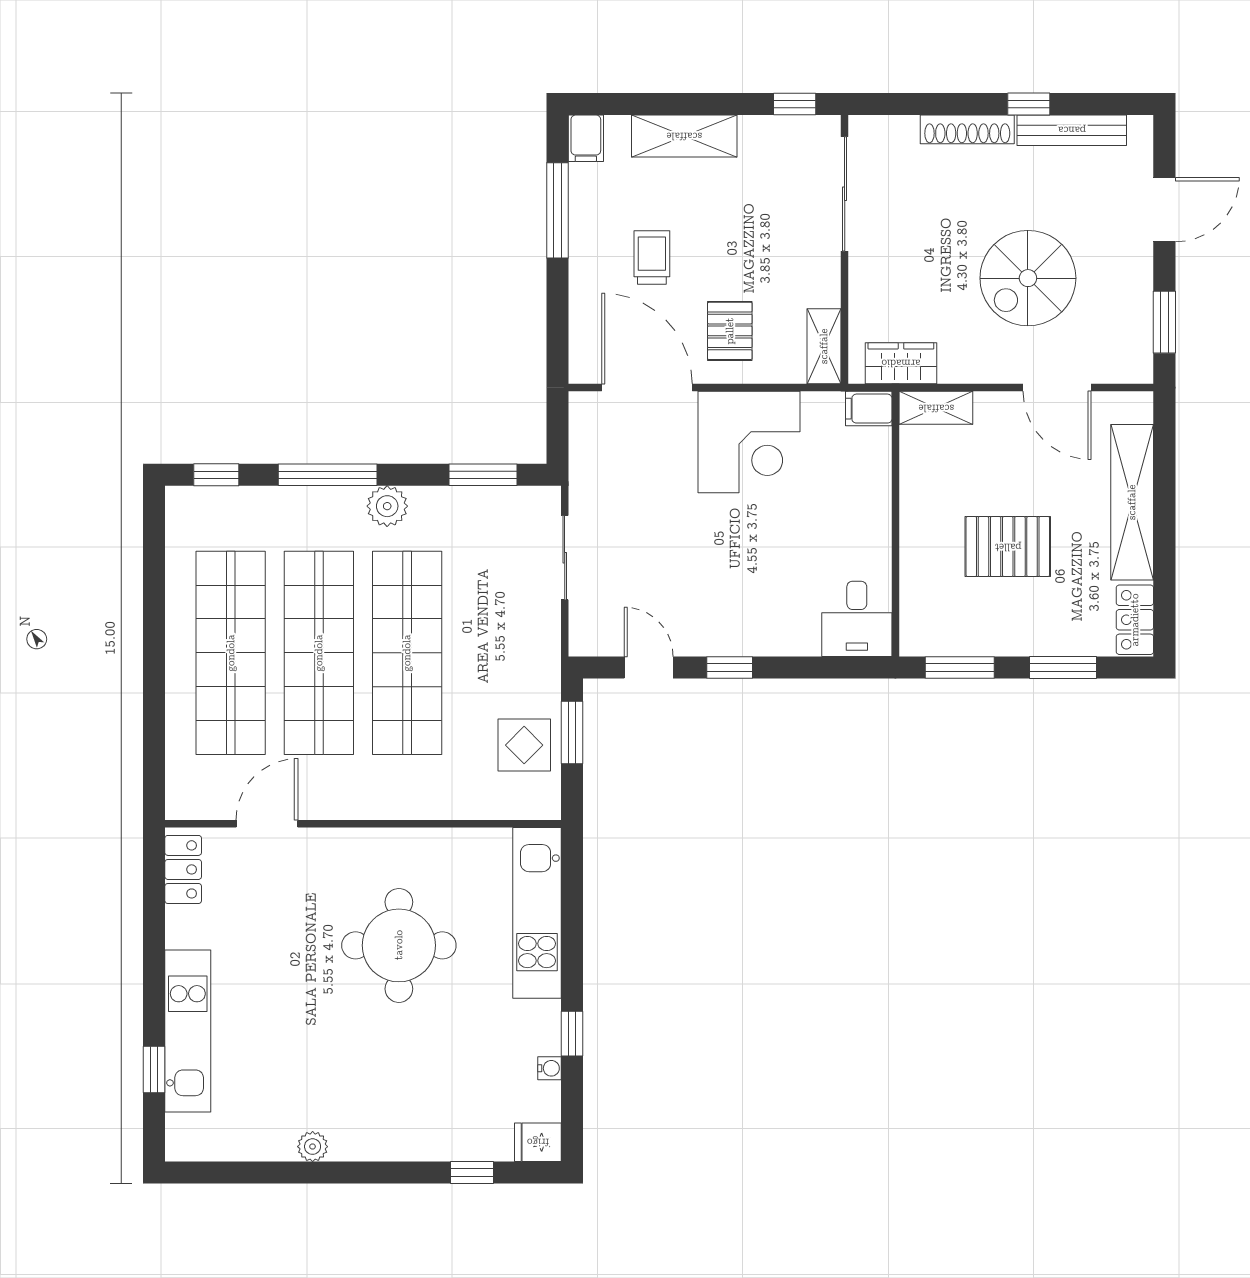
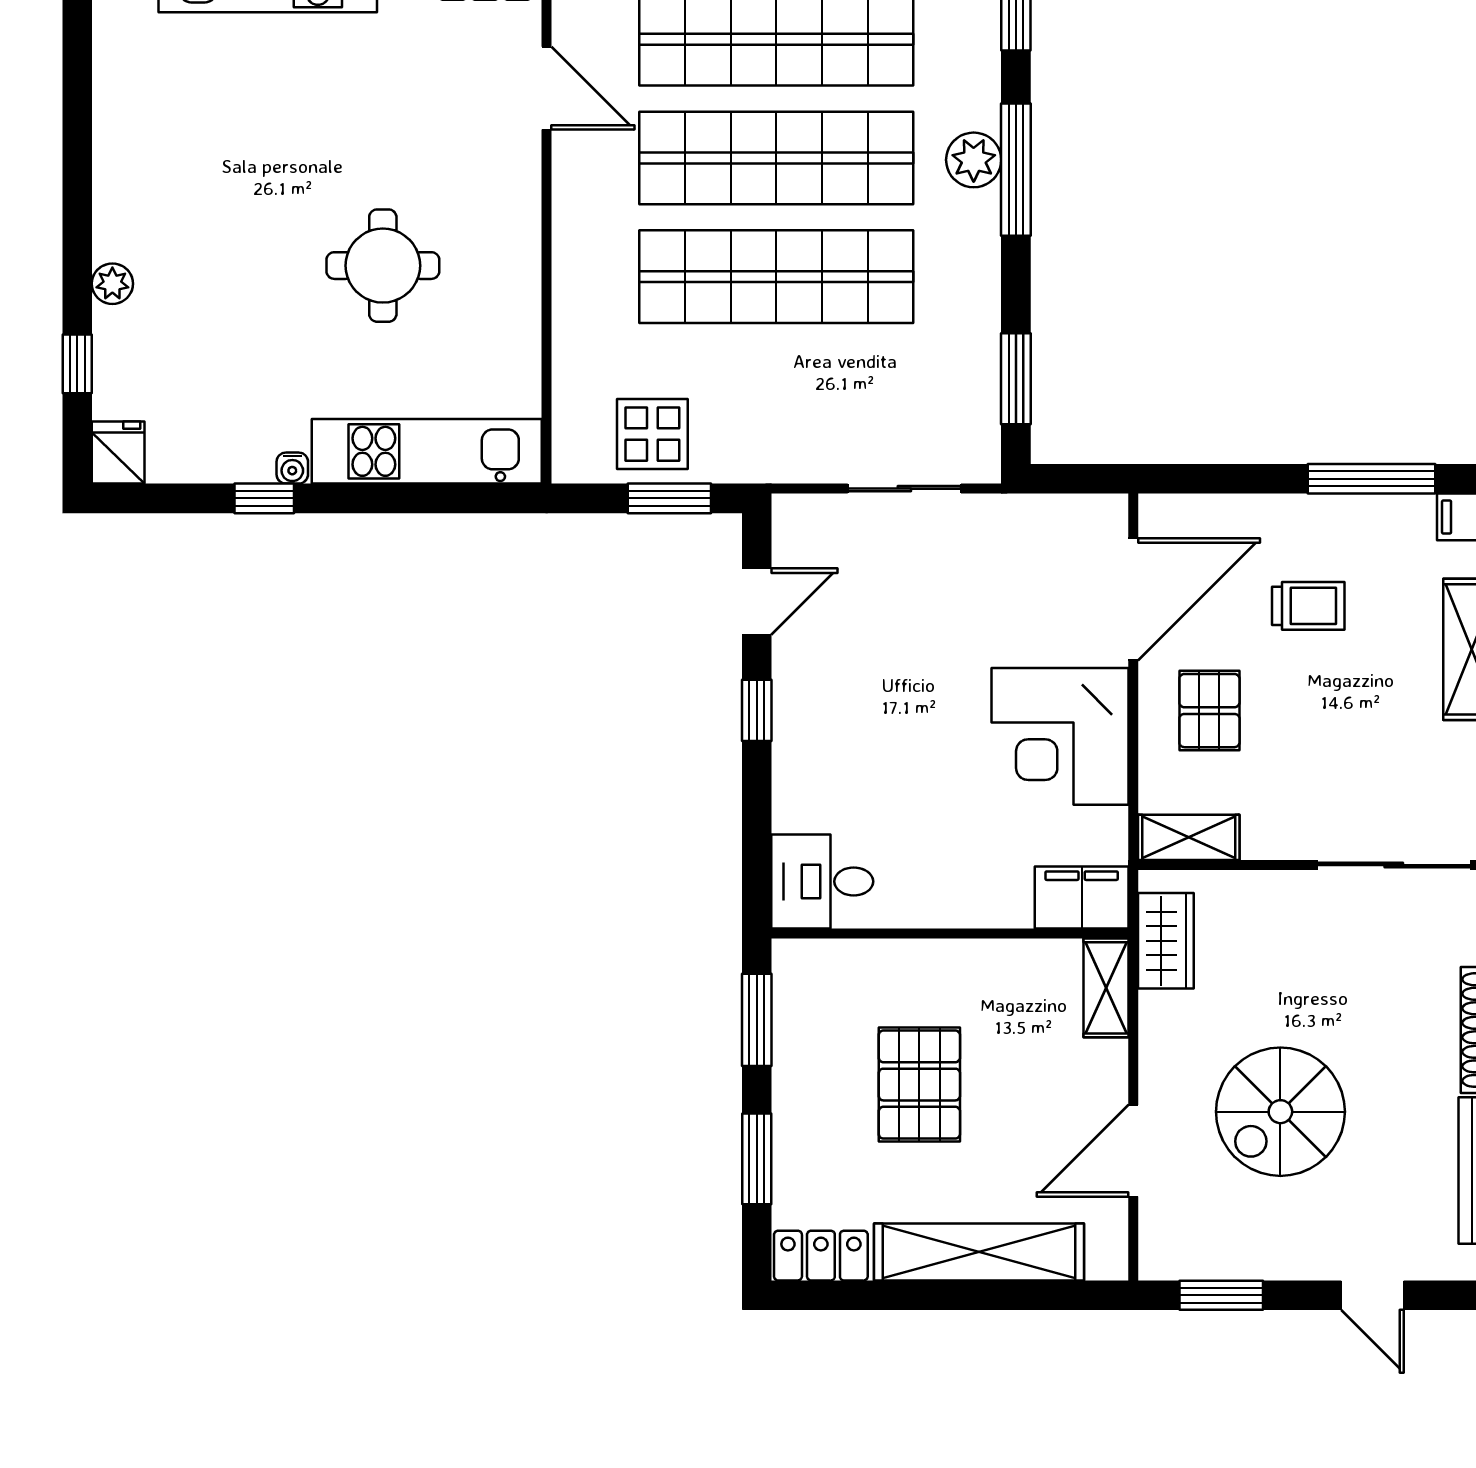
door: (1164, 210) -> (1373, 1295), width x0.73
spiral stairs: (1028, 278) -> (1280, 1112), turned -90
pallet: (730, 331) -> (1209, 711), turned 90
filing cabinet: (869, 409) -> (1082, 897), width x2.00
plant: (387, 506) -> (974, 160), moved
round table: (399, 945) -> (383, 266), width x0.73, depth x0.73
water cooler: (549, 1068) -> (292, 468), moved
plant: (313, 1147) -> (112, 284), moved

